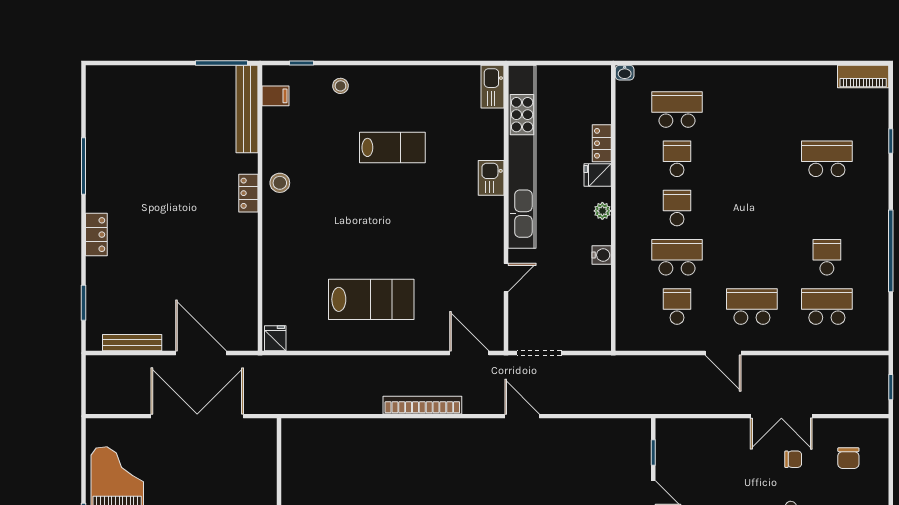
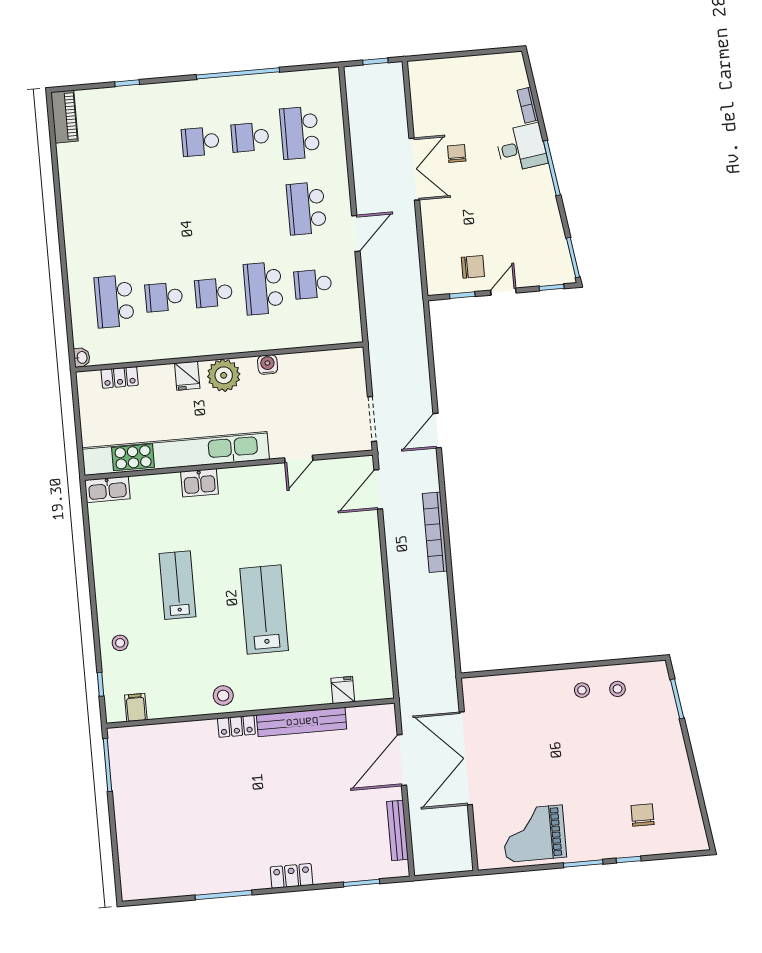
bench: (247, 109) -> (302, 722), moved
locker: (602, 143) -> (120, 377), moved
school desk: (827, 159) -> (200, 142), moved, width x0.54
plant: (602, 211) -> (224, 375), width x1.88, depth x1.88
door: (506, 277) -> (299, 459), swing flipped
lab bench: (371, 299) -> (264, 610), moved
fridge: (275, 338) -> (343, 690), moved, turned 90
chair: (848, 458) -> (473, 267), moved

